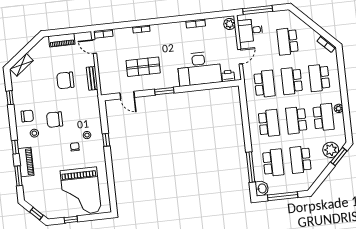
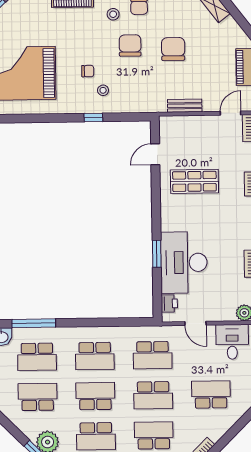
shop shelf: (143, 67) -> (194, 181), turned 90
chair: (65, 80) -> (173, 49), moved
school desk: (292, 81) -> (153, 395), turned 180
window: (164, 91) -> (157, 254), moved

